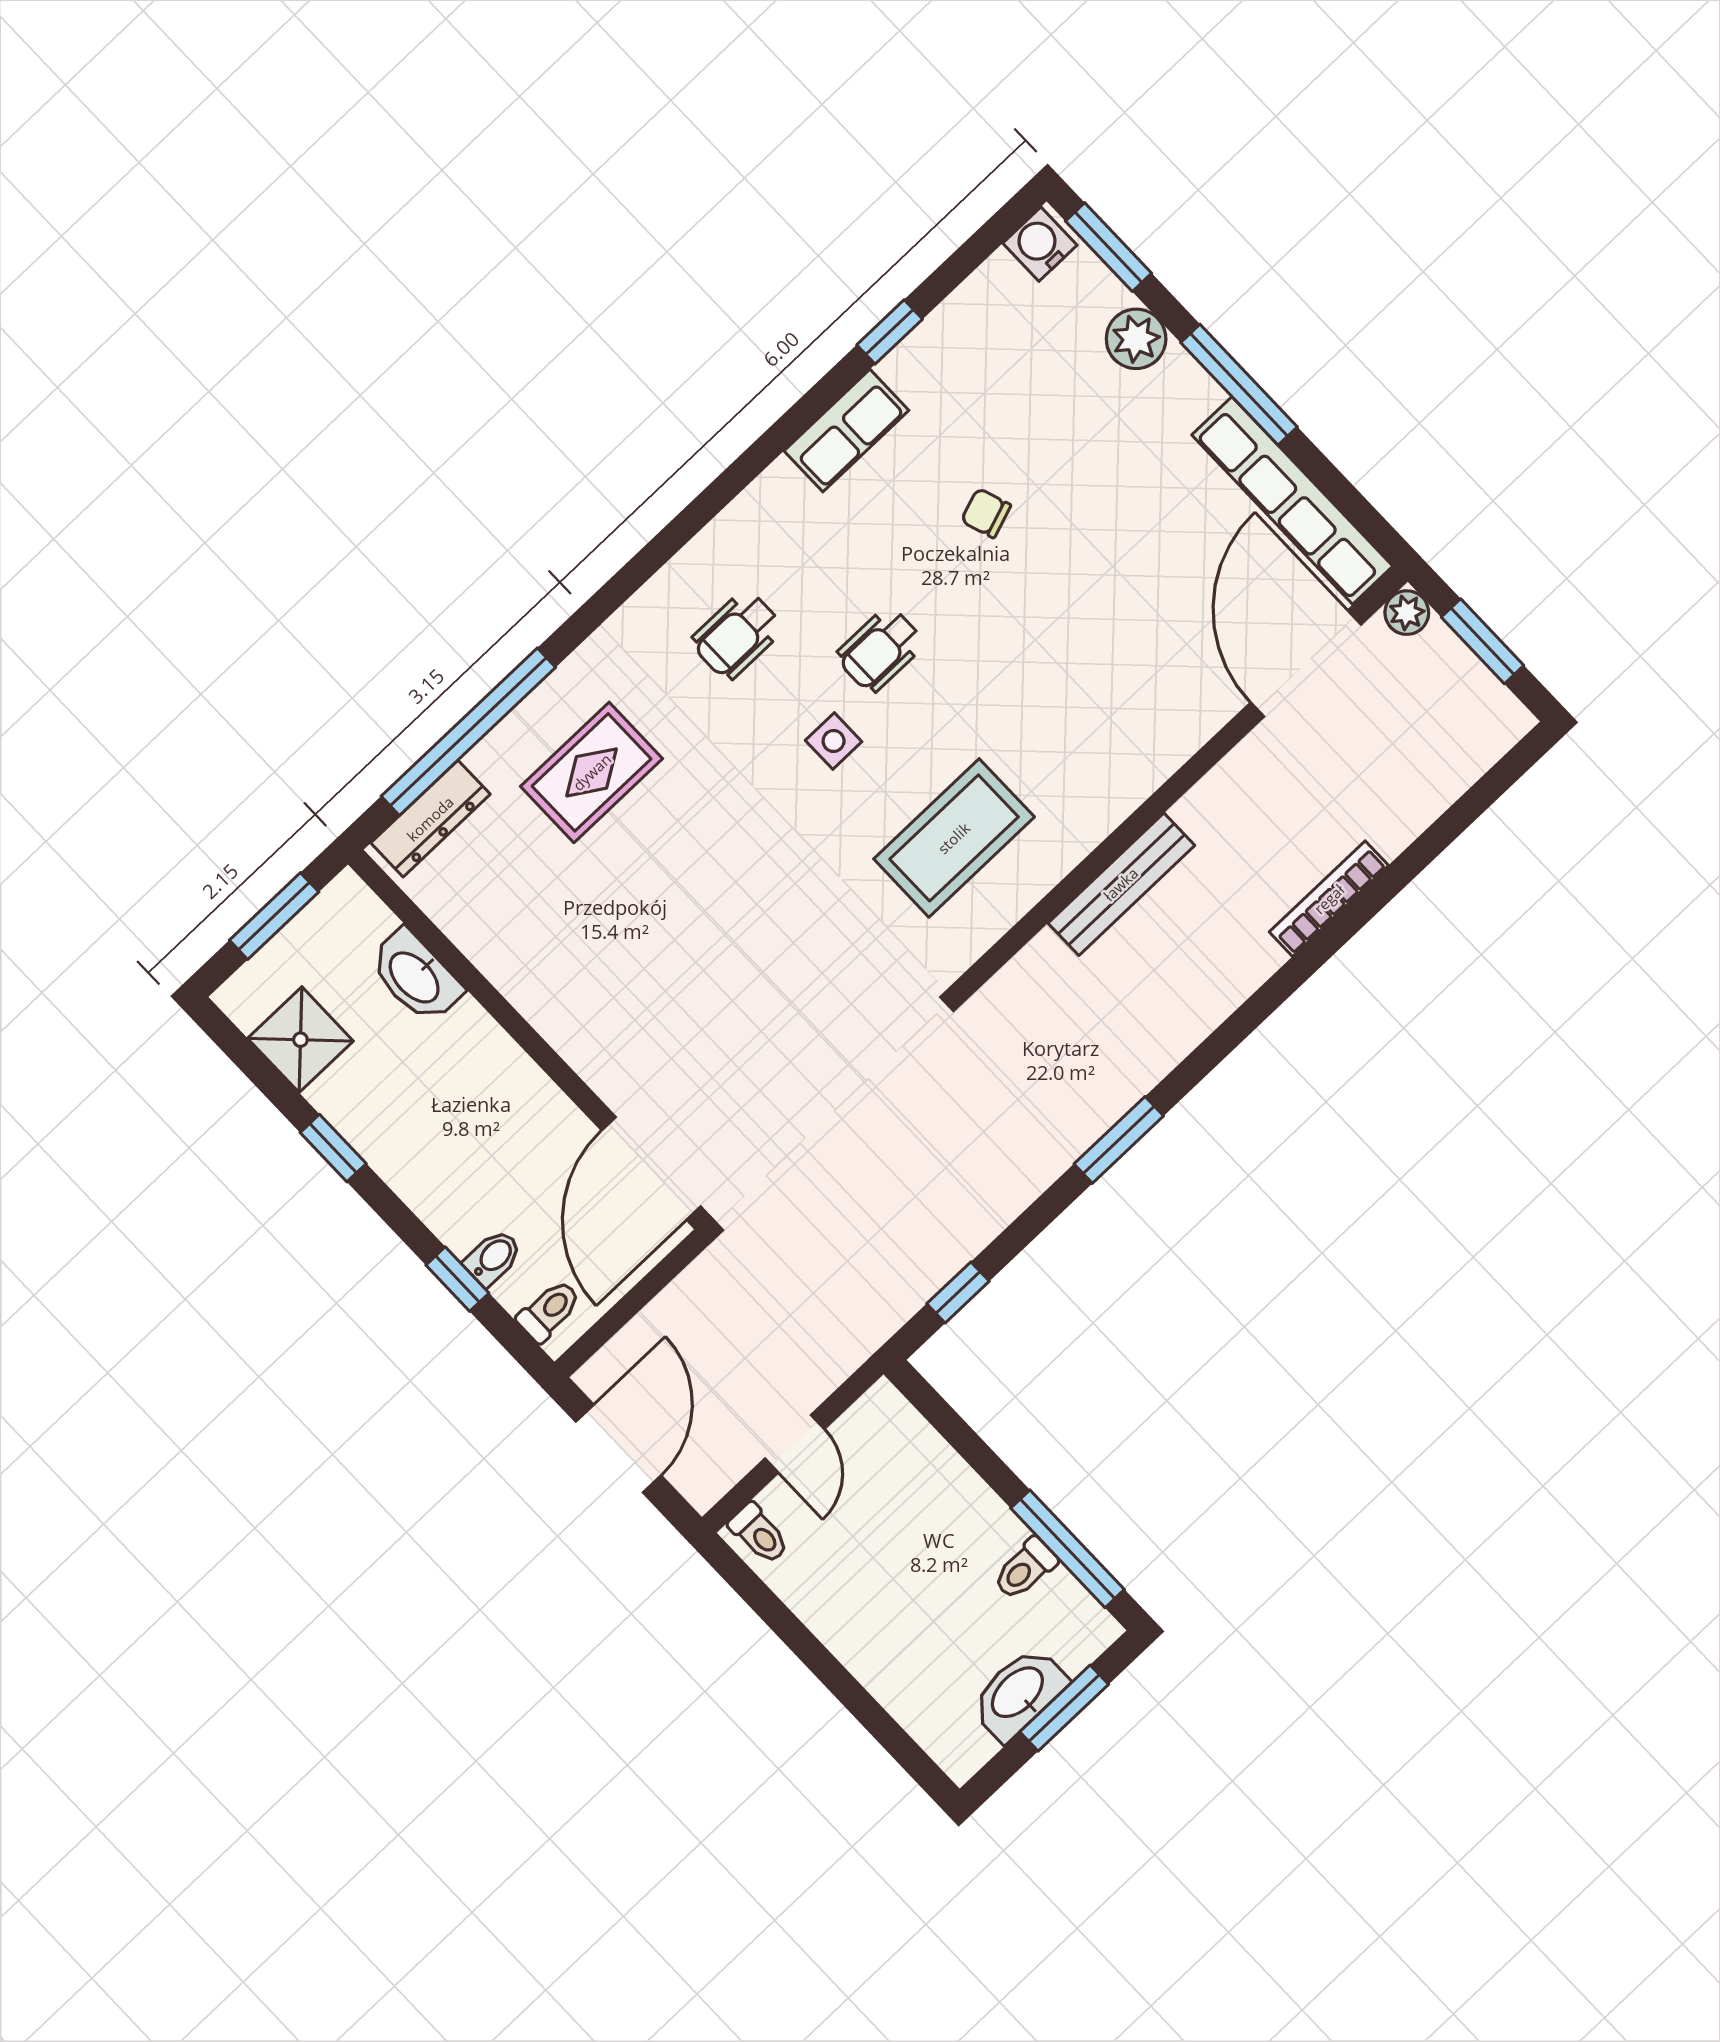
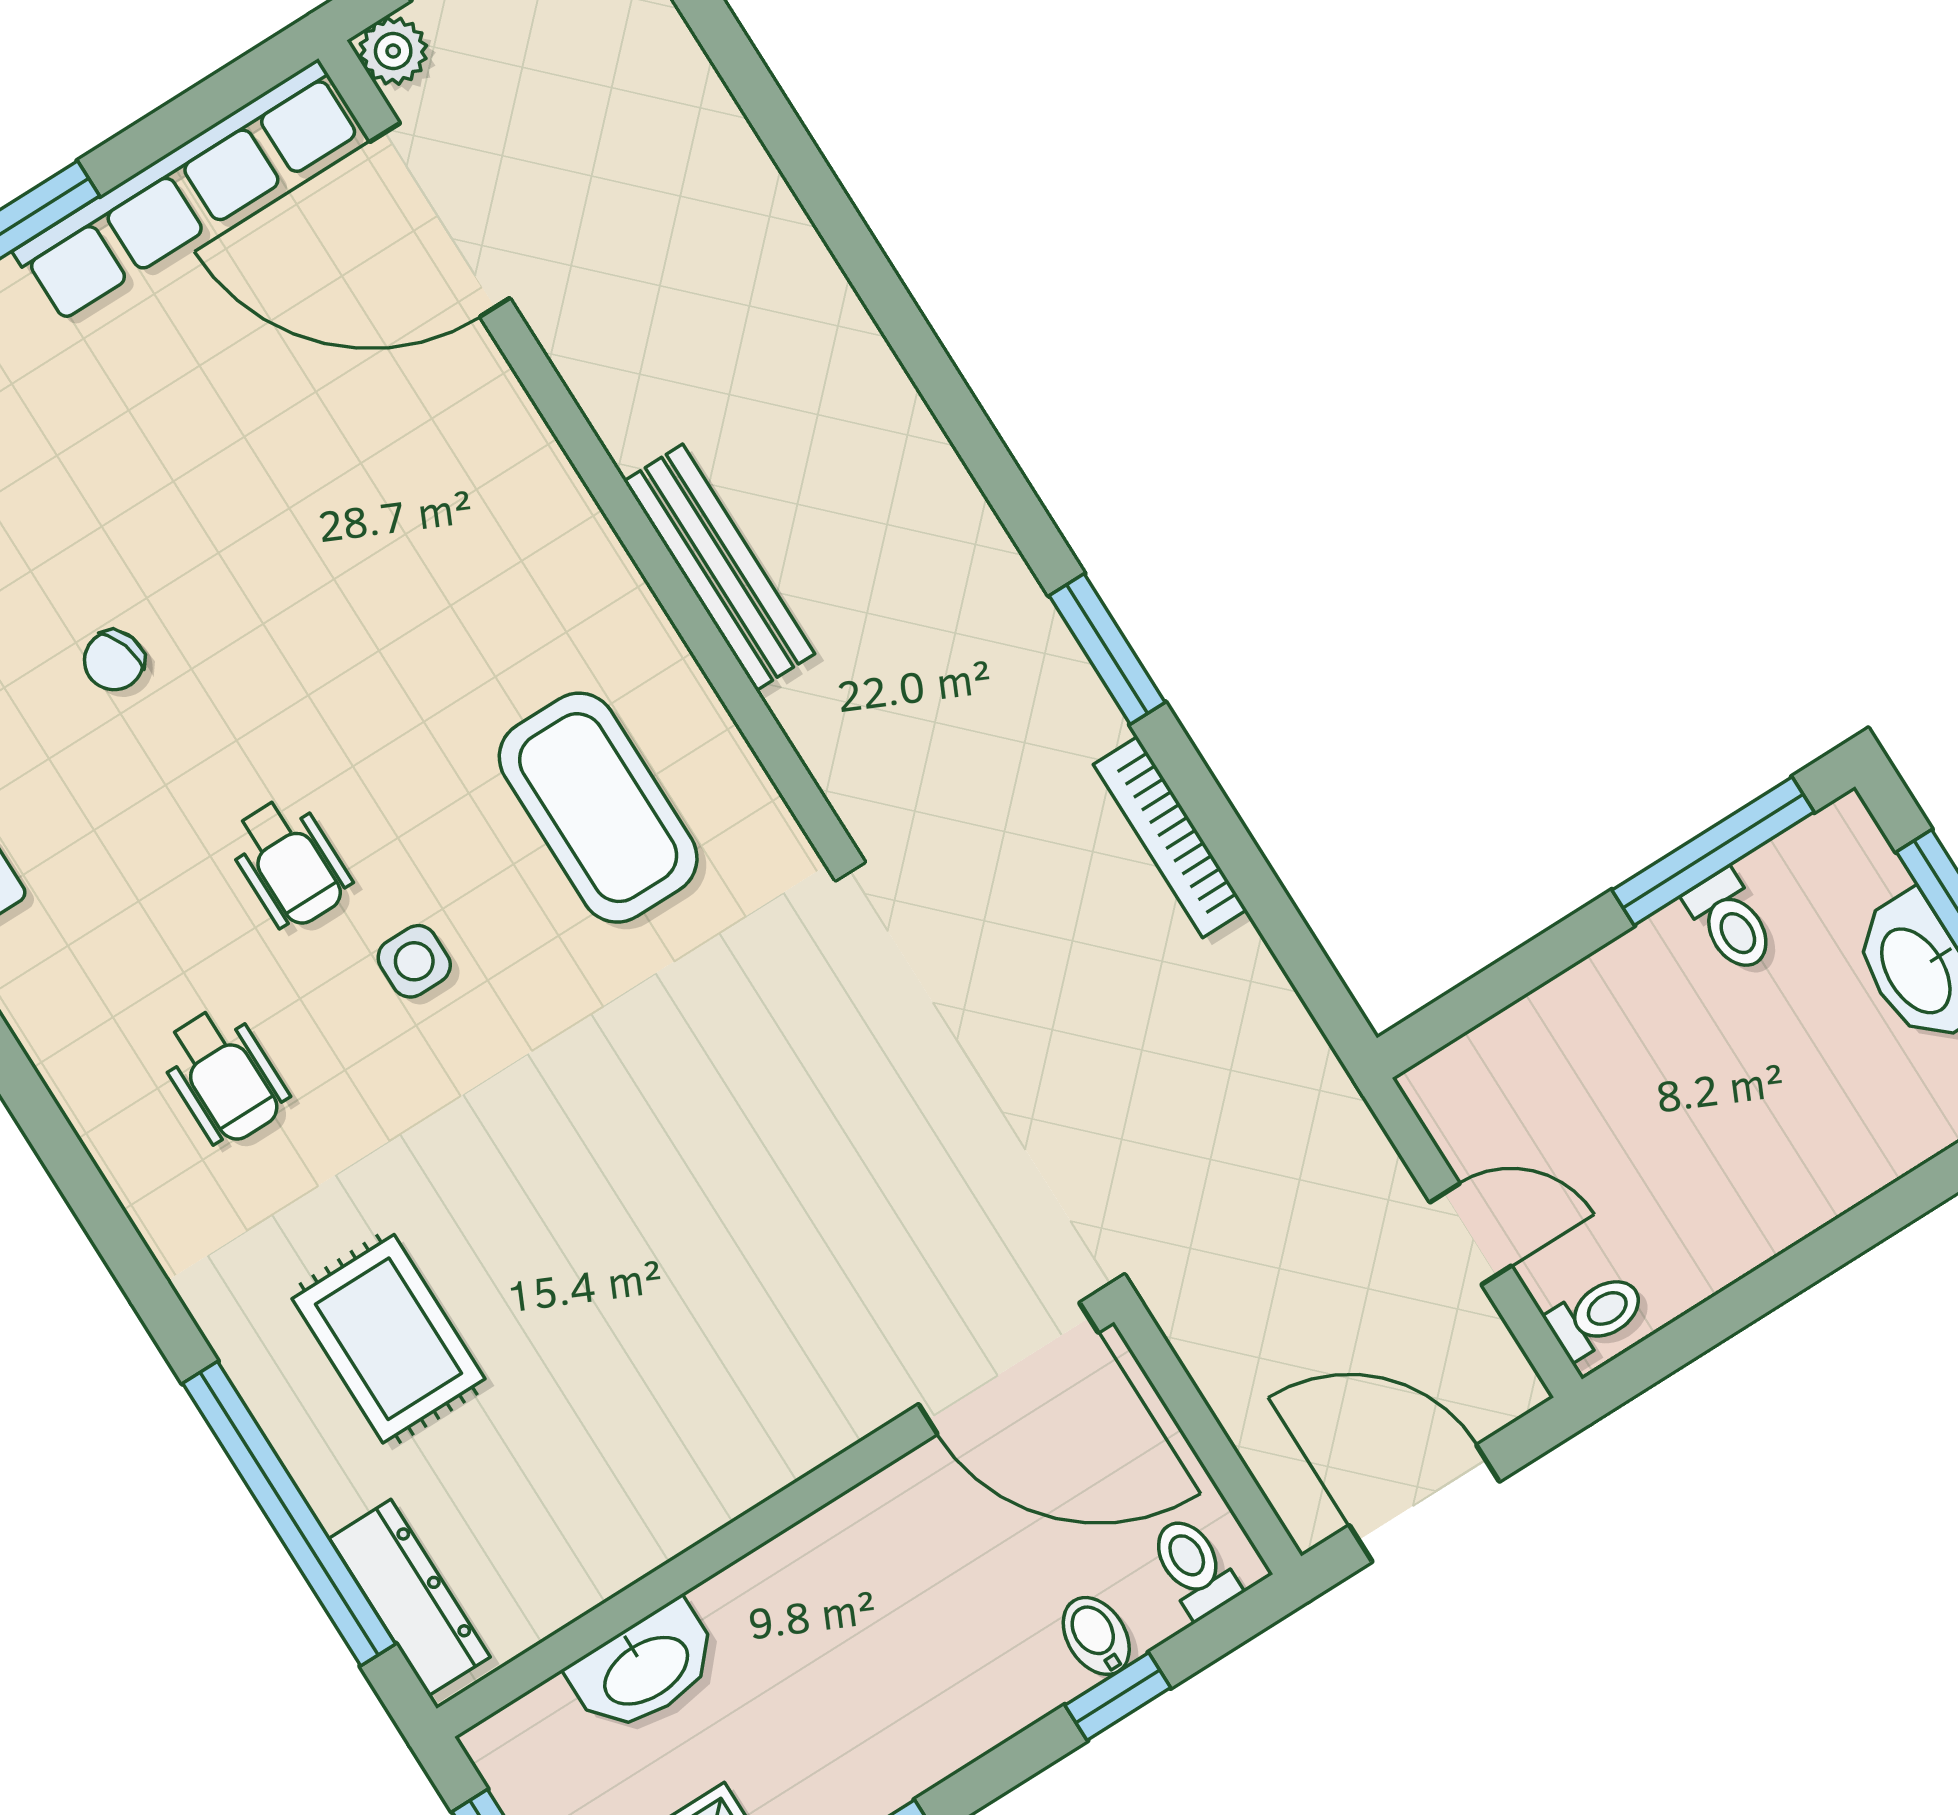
bookcase: (1329, 899) -> (1170, 837), moved
window: (958, 1292) -> (1290, 940), removed

